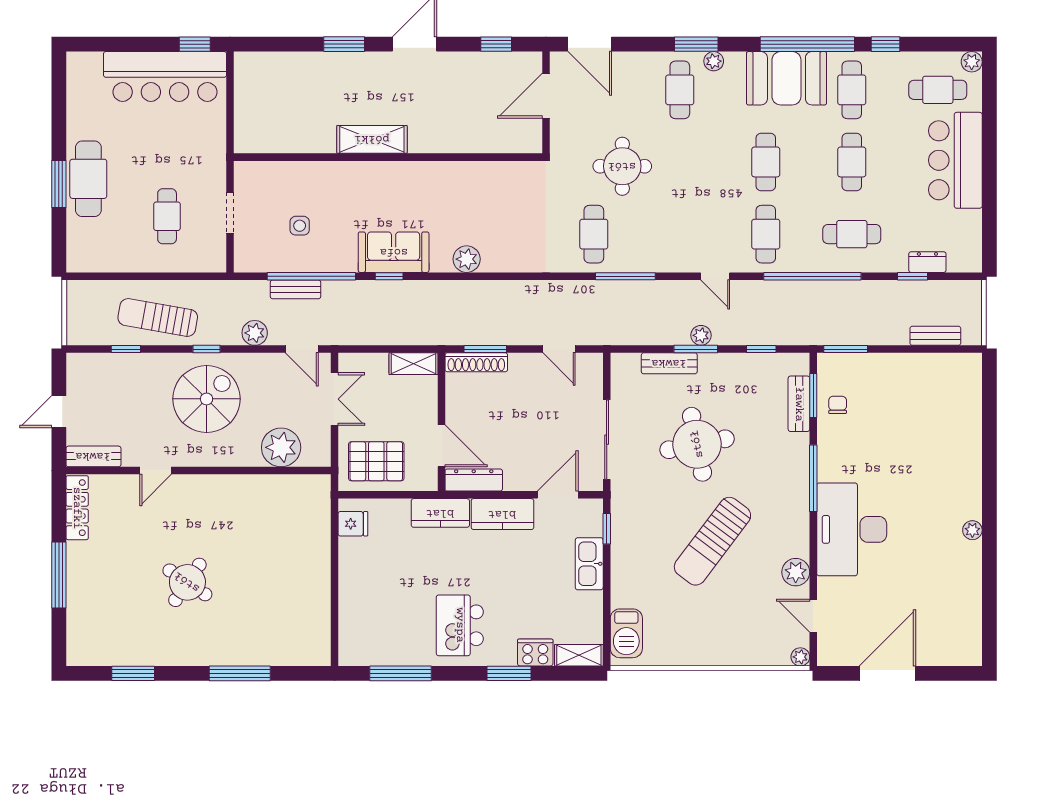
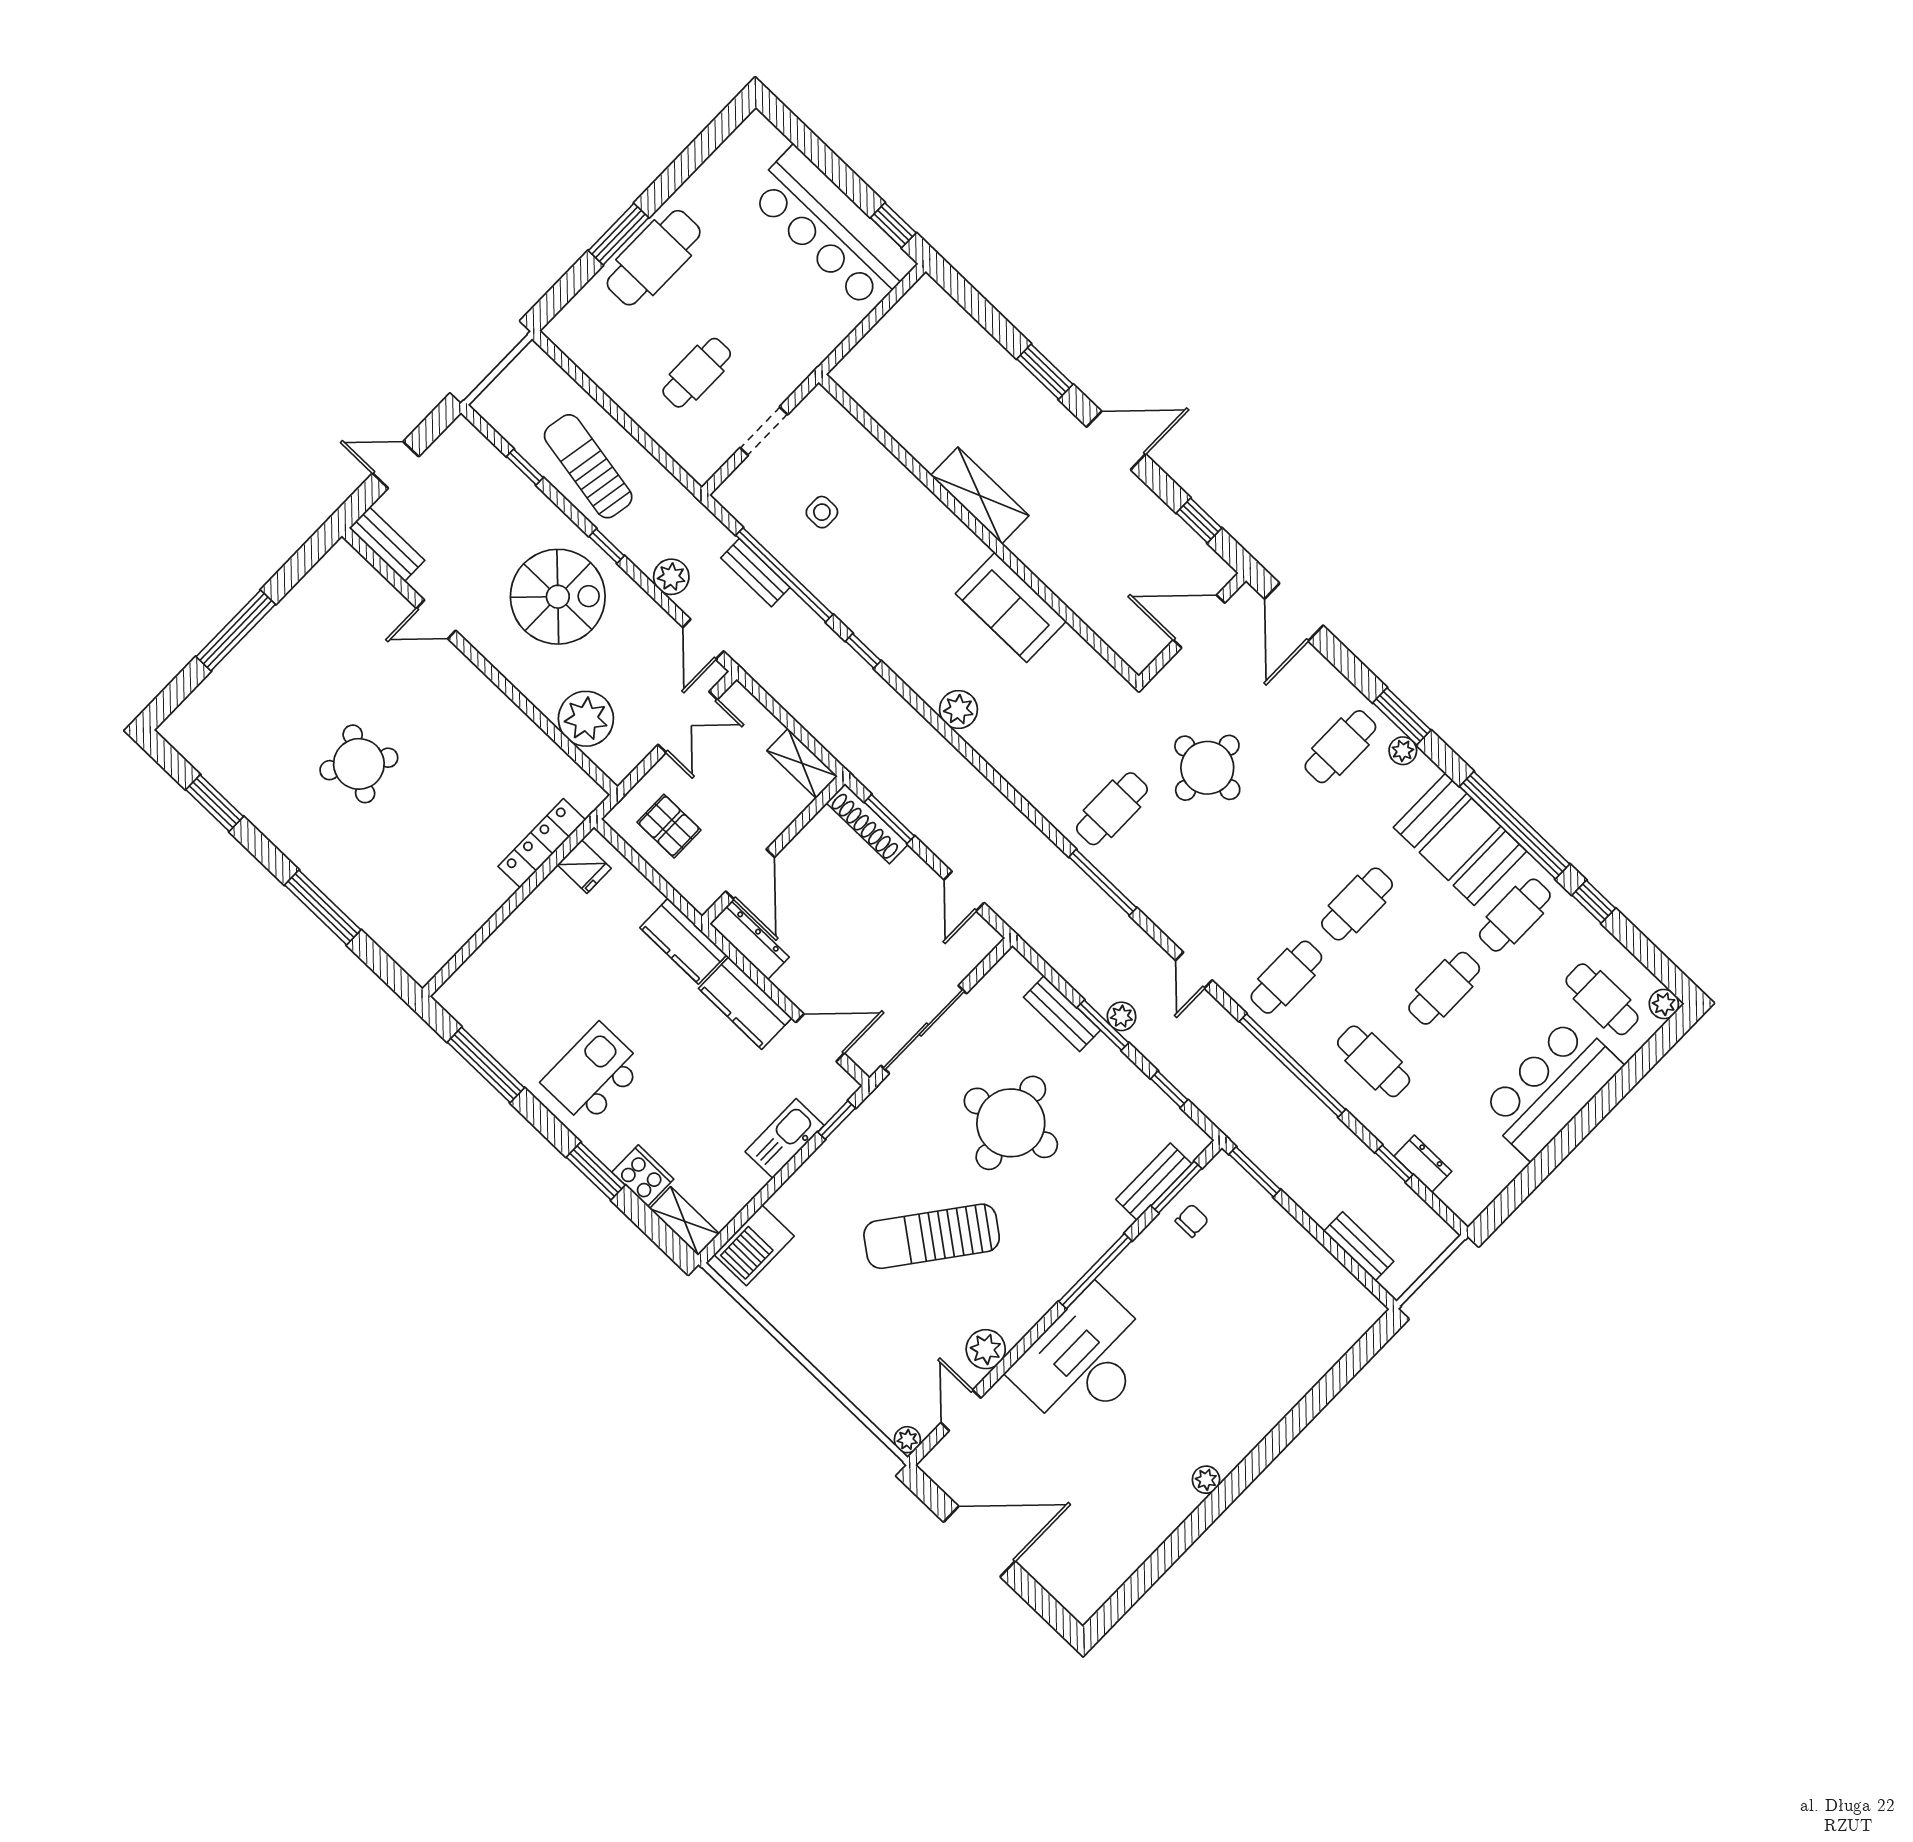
sofa: (394, 252) -> (1011, 607), moved, turned 180
pallet: (376, 461) -> (669, 826), width x0.67, depth x0.71
locker: (77, 508) -> (542, 843), moved, turned 180

